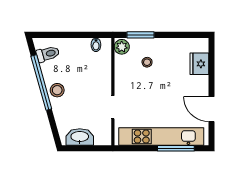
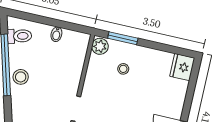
bidet: (96, 45) -> (56, 34), moved
fridge: (199, 64) -> (182, 67), moved

